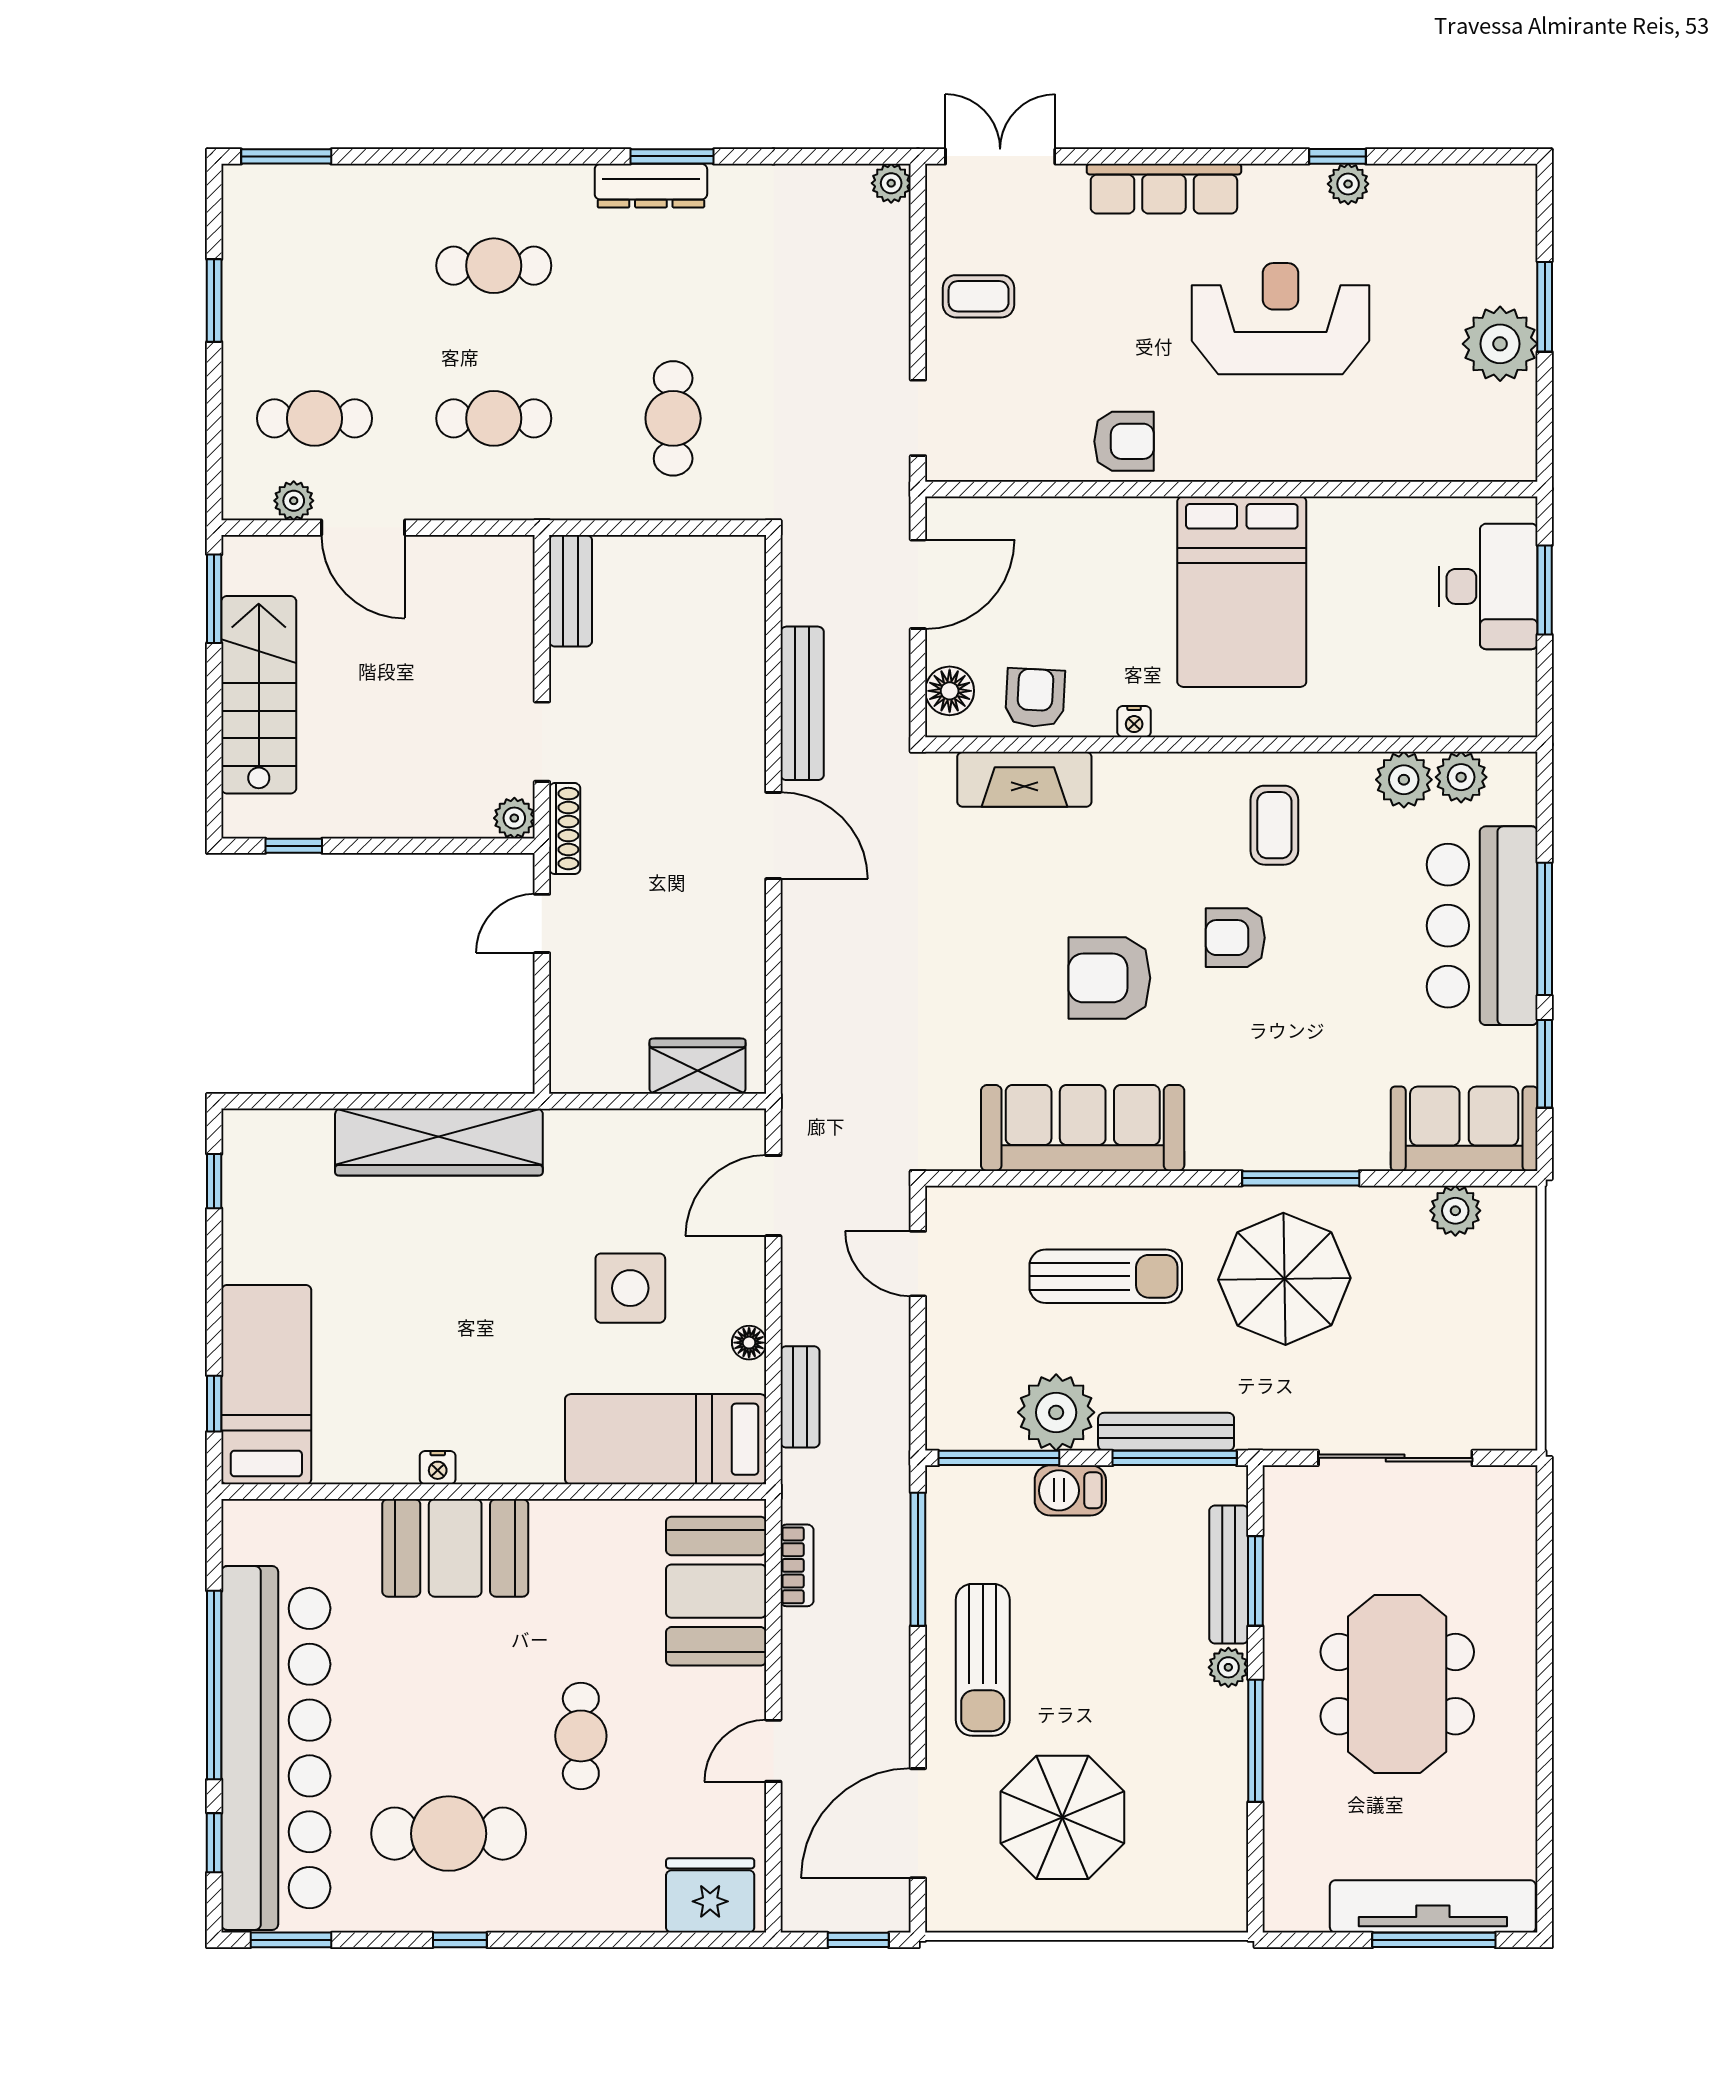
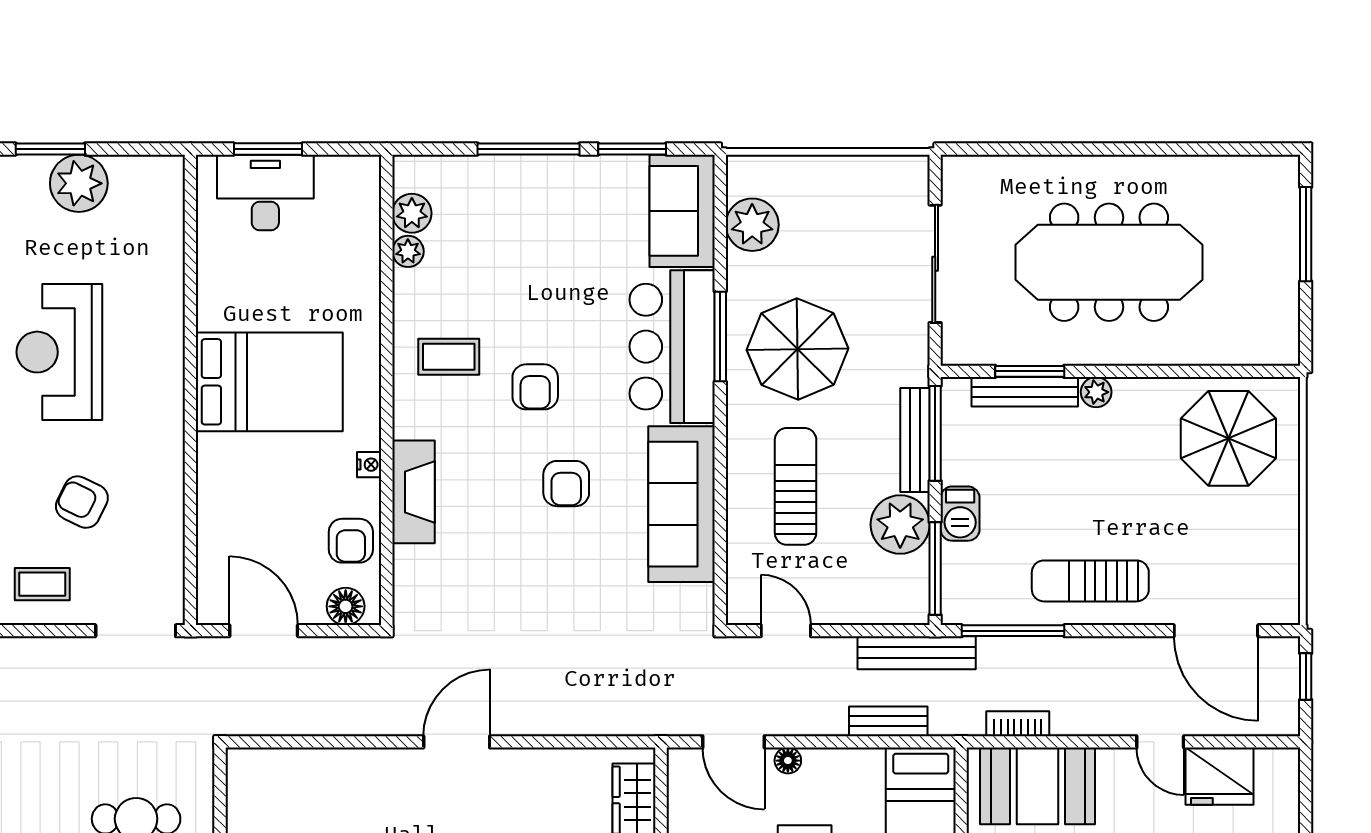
coffee table: (979, 296) -> (42, 584), turned 90
doorway: (918, 418) -> (136, 631), width x1.38
armchair: (1124, 441) -> (82, 502), moved, turned -64
armchair: (1035, 698) -> (351, 541), turned -93
bench: (802, 703) -> (917, 653), moved
fireplace: (1024, 779) -> (414, 492), moved
plant: (1404, 780) -> (408, 251), width x0.73, depth x0.73
bar counter: (1482, 926) -> (672, 347), moved, turned 90
armchair: (1109, 978) -> (566, 484), width x0.72, depth x0.72
plant: (1455, 1211) -> (752, 225), width x1.36, depth x1.36
door: (918, 1264) -> (786, 631), swing flipped
floor lamp: (749, 1343) -> (788, 761), moved
sun lounger: (983, 1660) -> (1090, 581), turned 180
meeting table: (1397, 1684) -> (1109, 262), width x1.36
window: (1255, 1741) -> (1153, 371), removed
parasol: (1062, 1817) -> (1228, 438), moved
fridge: (710, 1895) -> (1219, 776), moved, turned -90
tv unit: (1433, 1906) -> (1280, 235), removed

